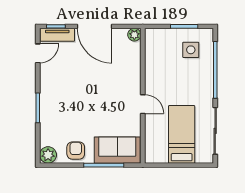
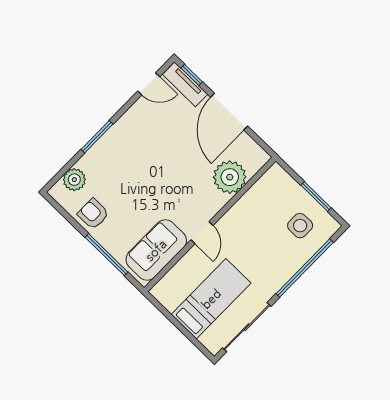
plant: (134, 35) -> (230, 177), moved, width x1.87, depth x1.87
sofa: (117, 150) -> (156, 250), moved, turned -90
armchair: (76, 151) -> (93, 214), turned -90
plant: (48, 155) -> (74, 180), moved

